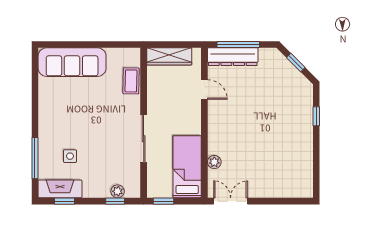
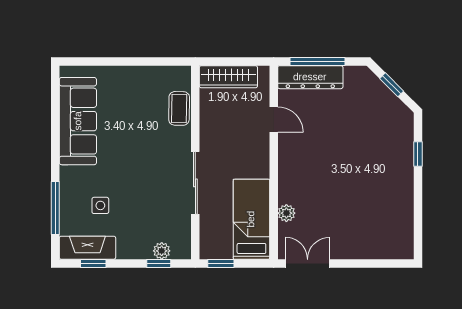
sofa: (72, 62) -> (78, 121), moved, turned -90

